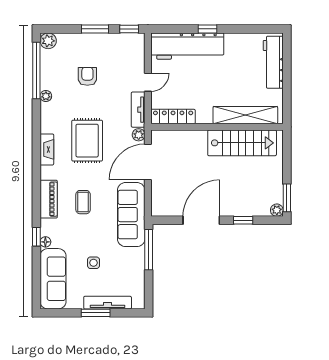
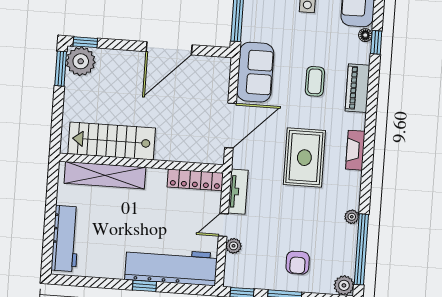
armchair: (87, 76) -> (298, 263), moved
plant: (139, 135) -> (234, 246), moved
plant: (277, 210) -> (81, 61), width x1.87, depth x1.87
sofa: (131, 215) -> (255, 72), width x0.73
window: (243, 220) -> (85, 42), moved

